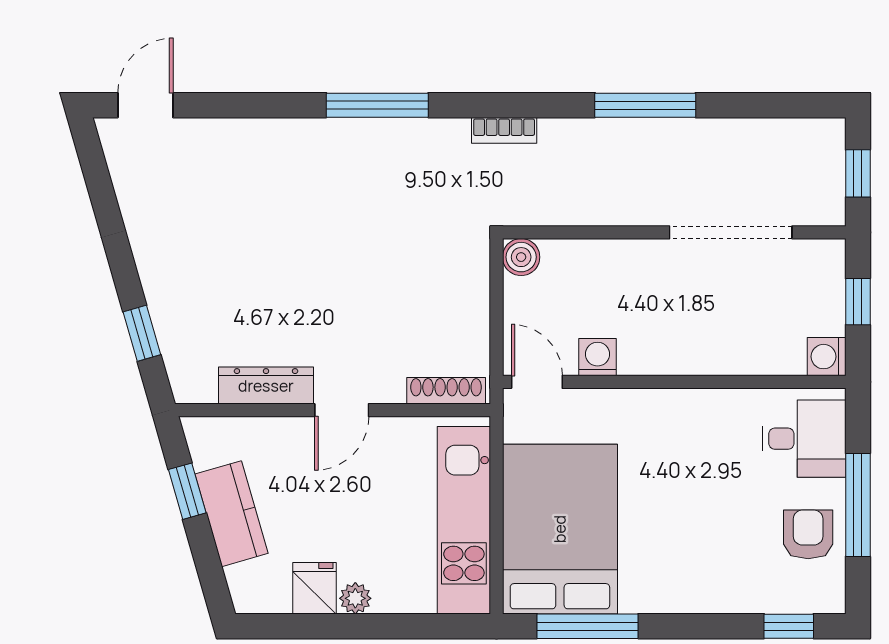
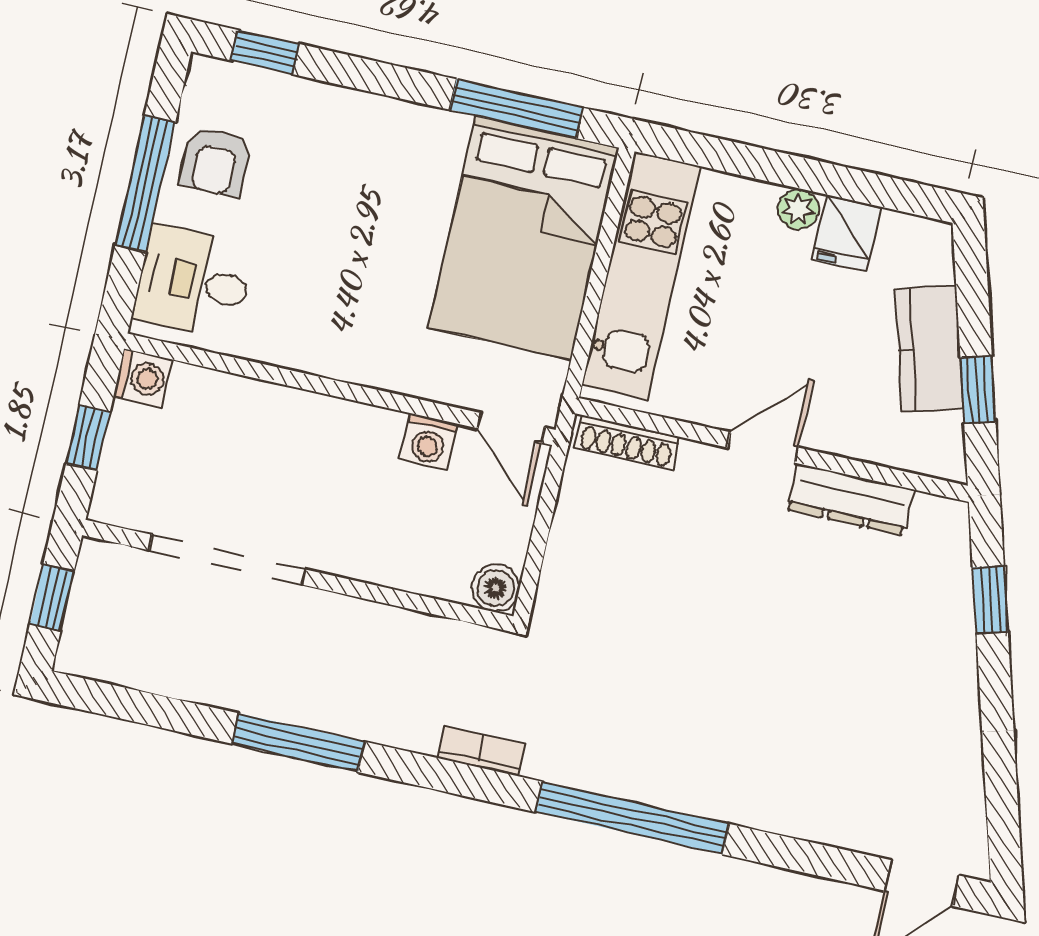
window: (377, 105) -> (633, 818), width x1.46

